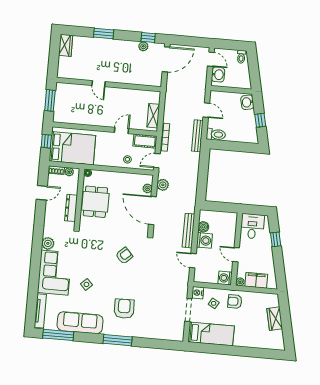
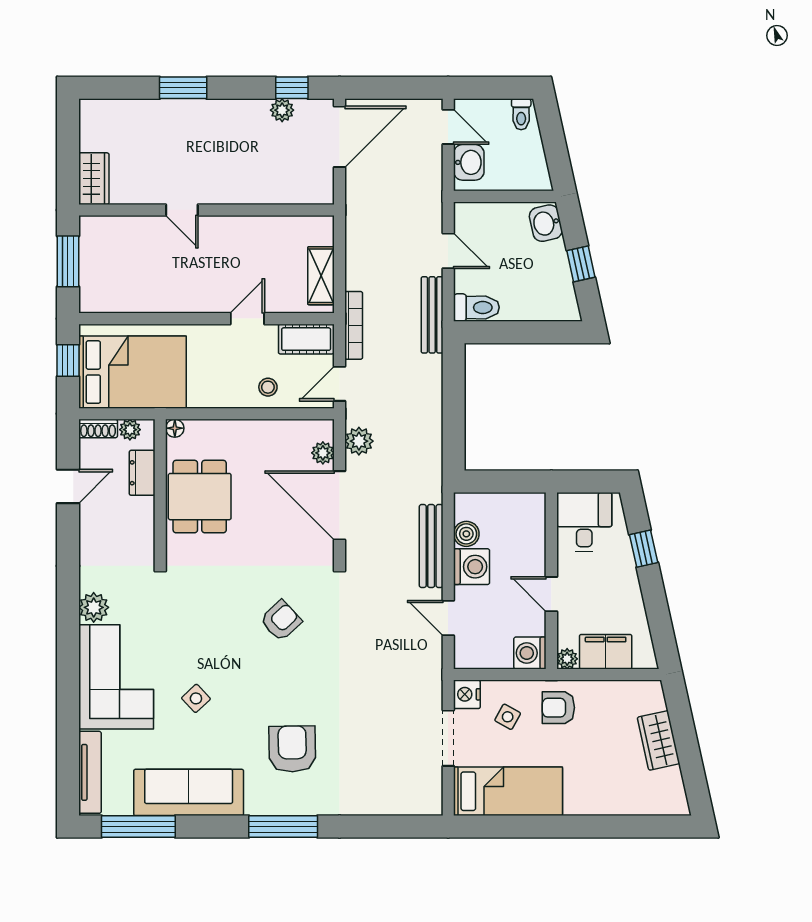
wardrobe: (66, 45) -> (94, 179), moved
dresser: (71, 208) -> (142, 473), moved, width x0.70

